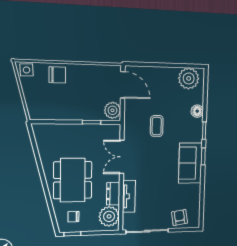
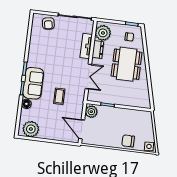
sofa: (190, 163) -> (33, 83), moved

